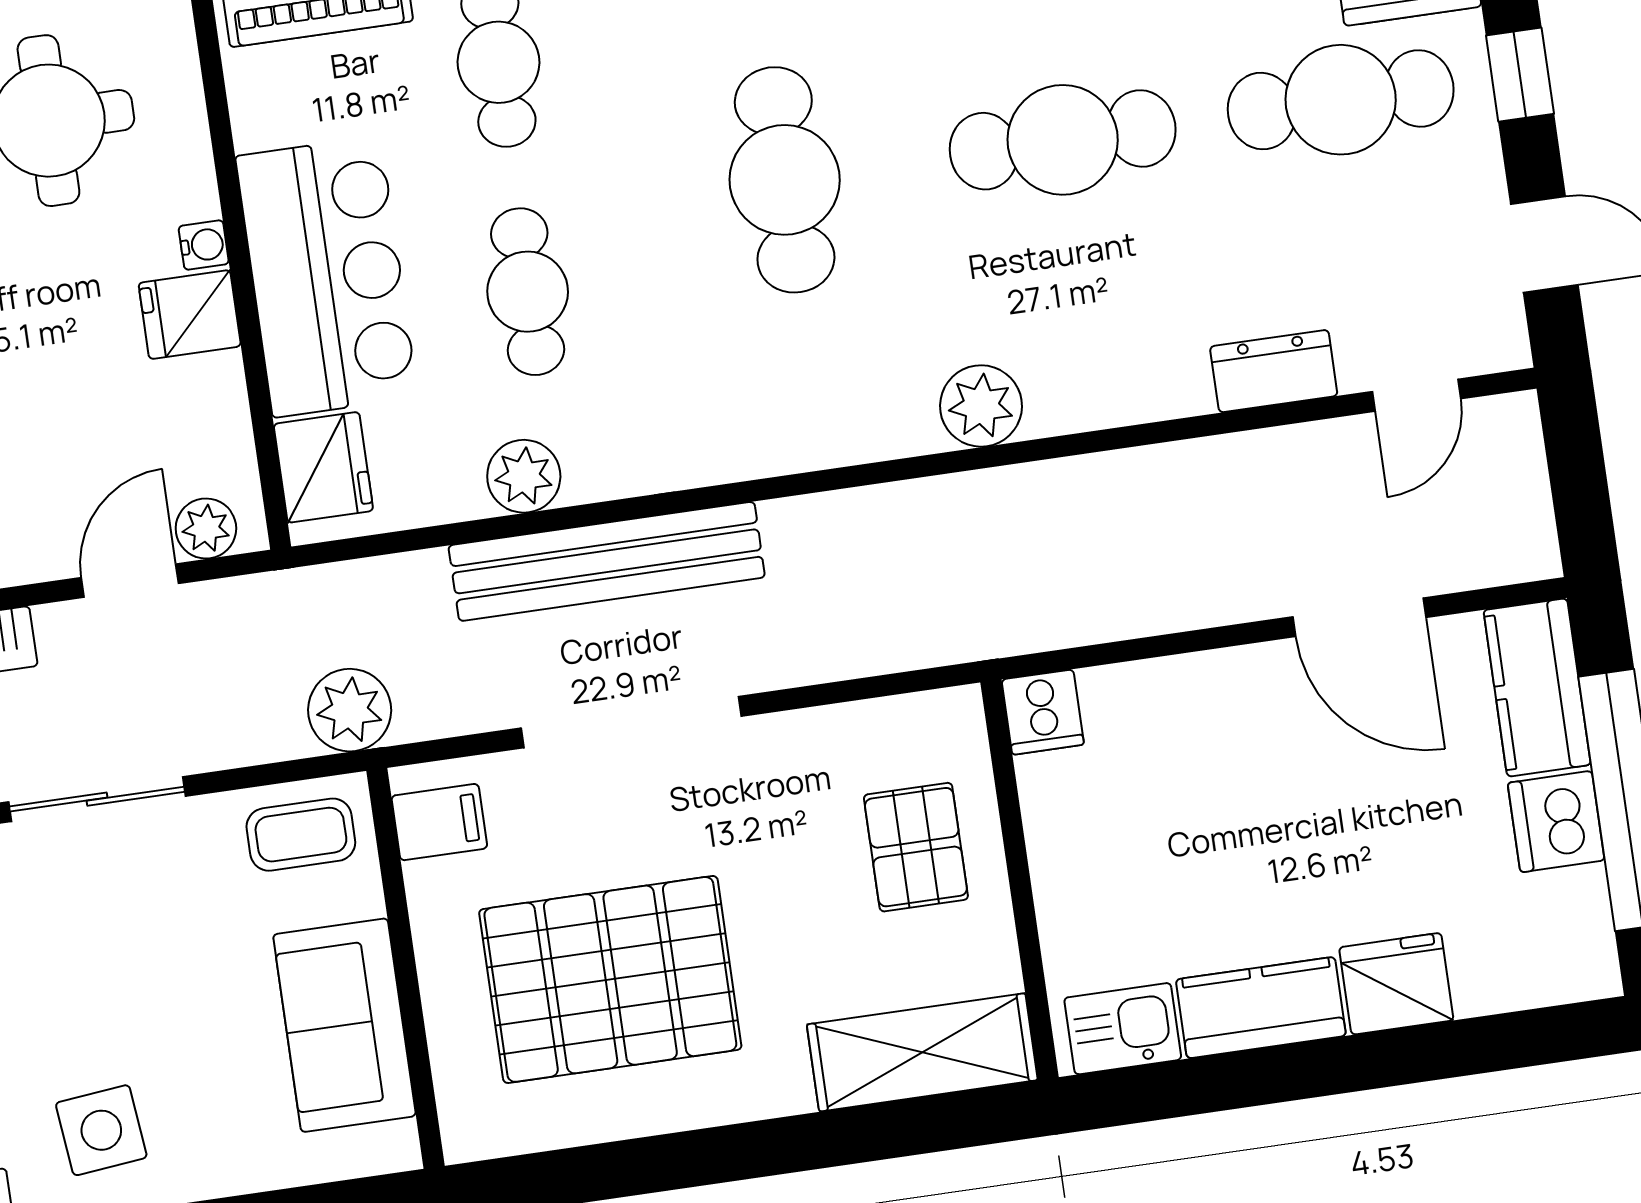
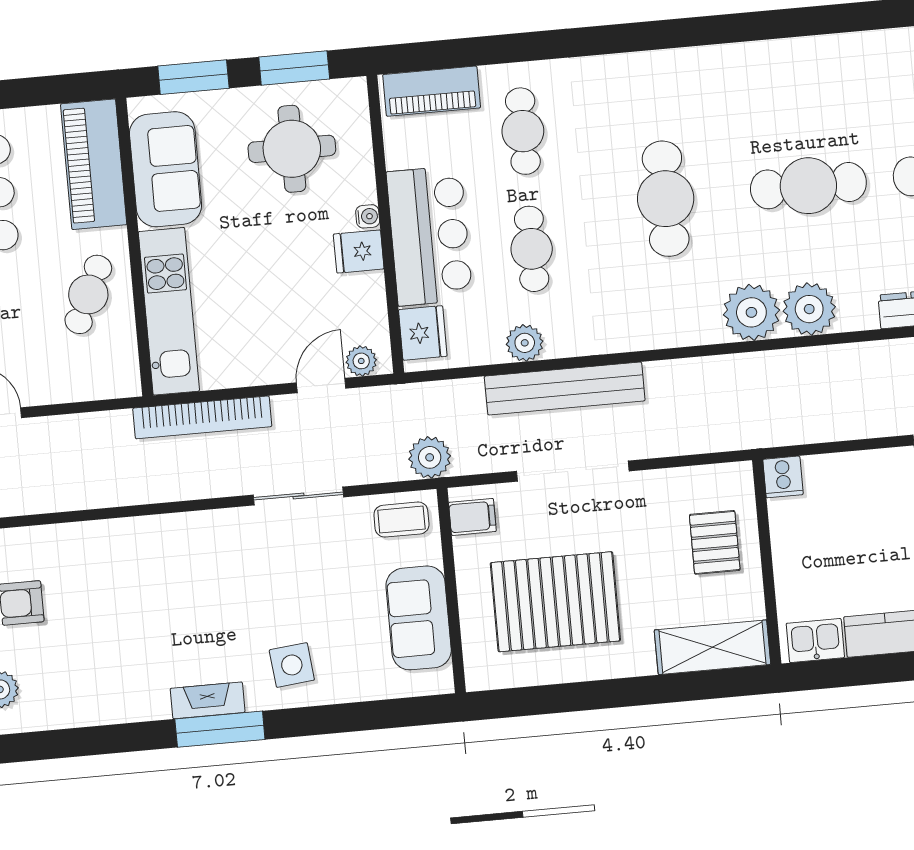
plant: (1077, 381) -> (809, 309), added
plant: (981, 406) -> (751, 312), width x1.36, depth x1.36

